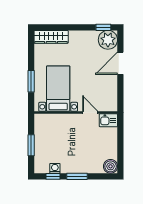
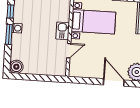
kitchen sink: (108, 120) -> (63, 31), moved
washing machine: (55, 168) -> (17, 28), moved

